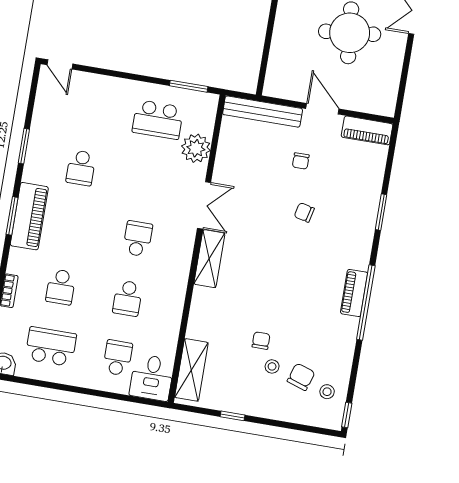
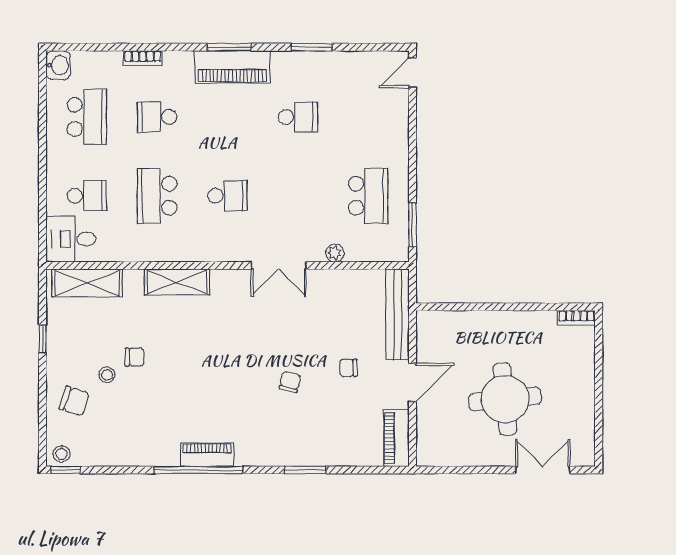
school desk: (158, 120) -> (368, 196), turned 180
plant: (196, 148) -> (335, 253), width x0.53, depth x0.53
school desk: (81, 168) -> (298, 117), turned 180
shelving: (209, 259) -> (177, 282), moved
school desk: (128, 298) -> (157, 196), width x1.85
chair: (301, 377) -> (74, 401), moved
stool: (327, 392) -> (61, 454), moved

